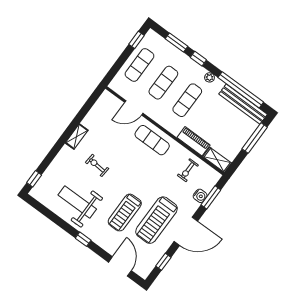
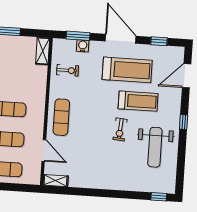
shelving: (77, 137) -> (56, 181), moved
piano: (194, 141) -> (40, 81), removed
exercise bike: (97, 165) -> (120, 129), moved

